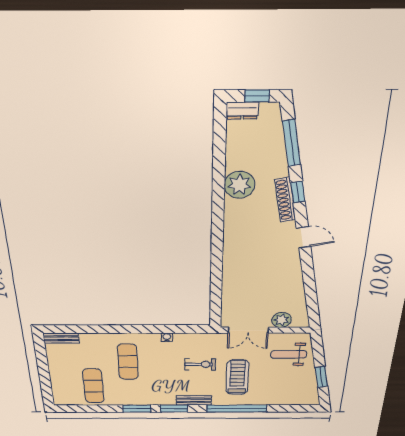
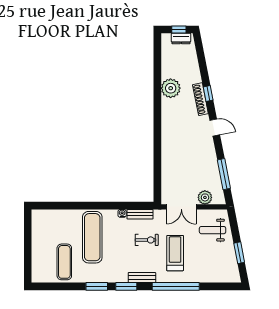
dresser: (242, 111) -> (181, 39), moved
window: (292, 143) -> (224, 174), moved
bench: (61, 338) -> (140, 214), moved
exercise mat: (128, 362) -> (92, 237), width x1.36, depth x1.45

